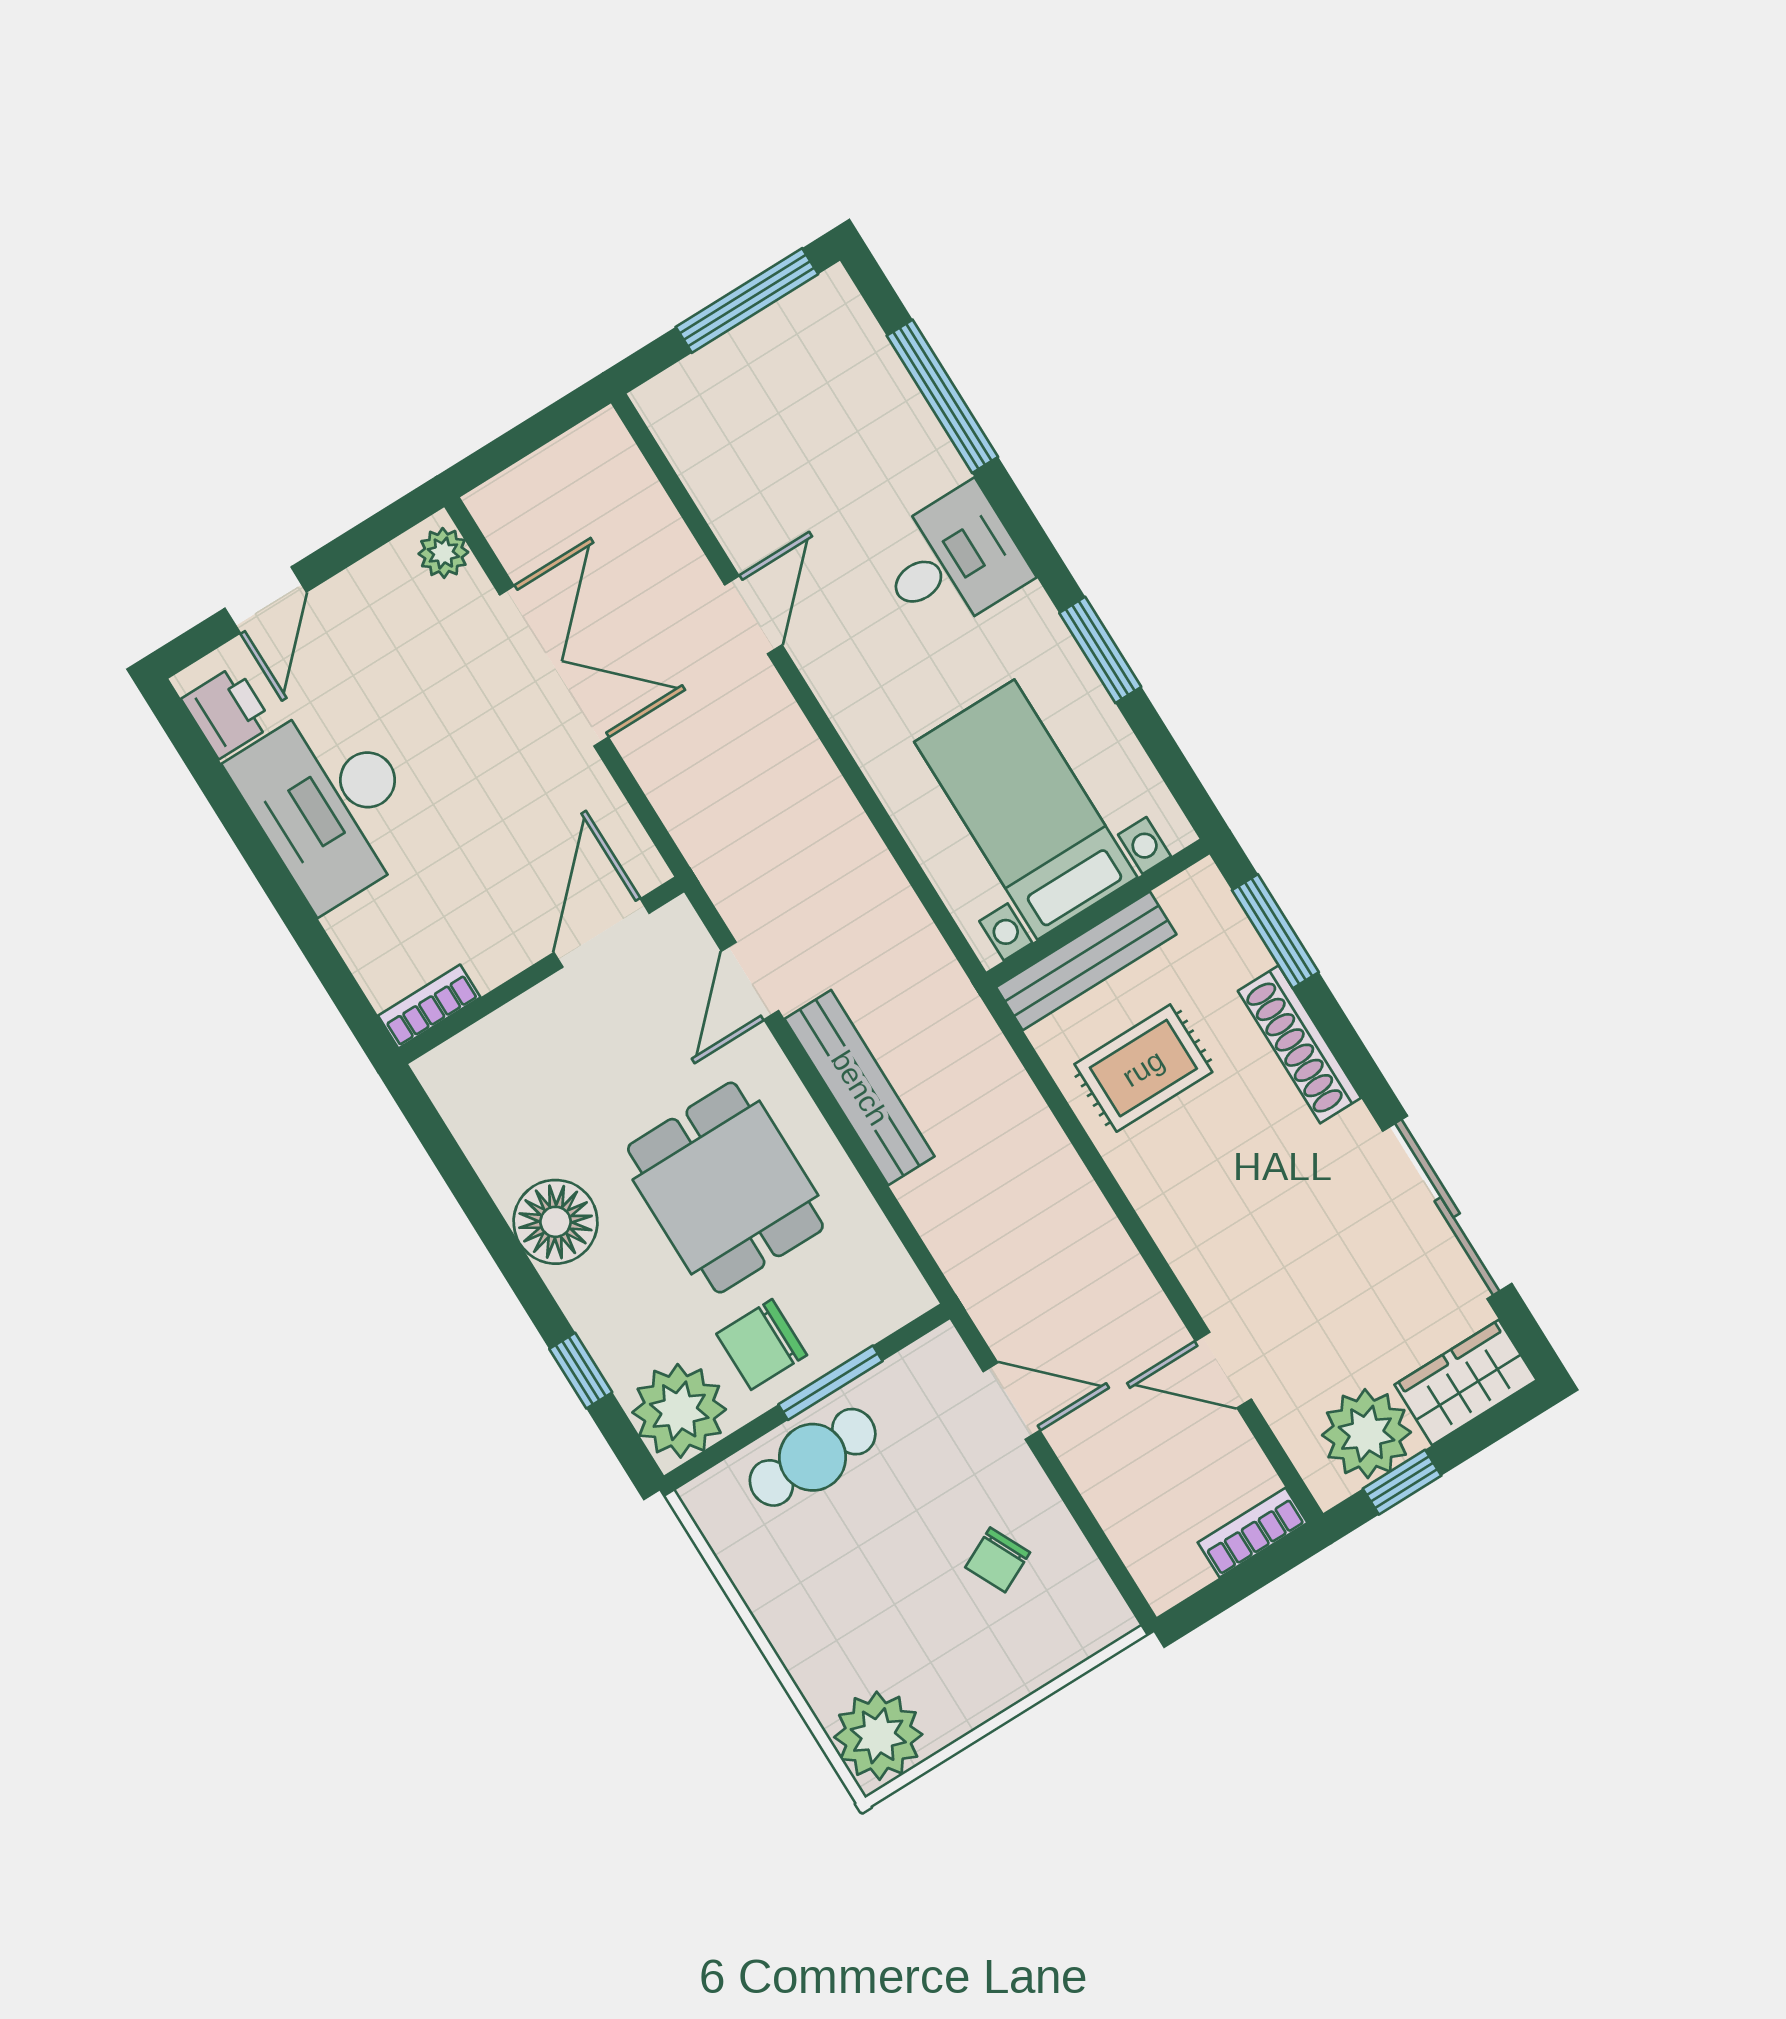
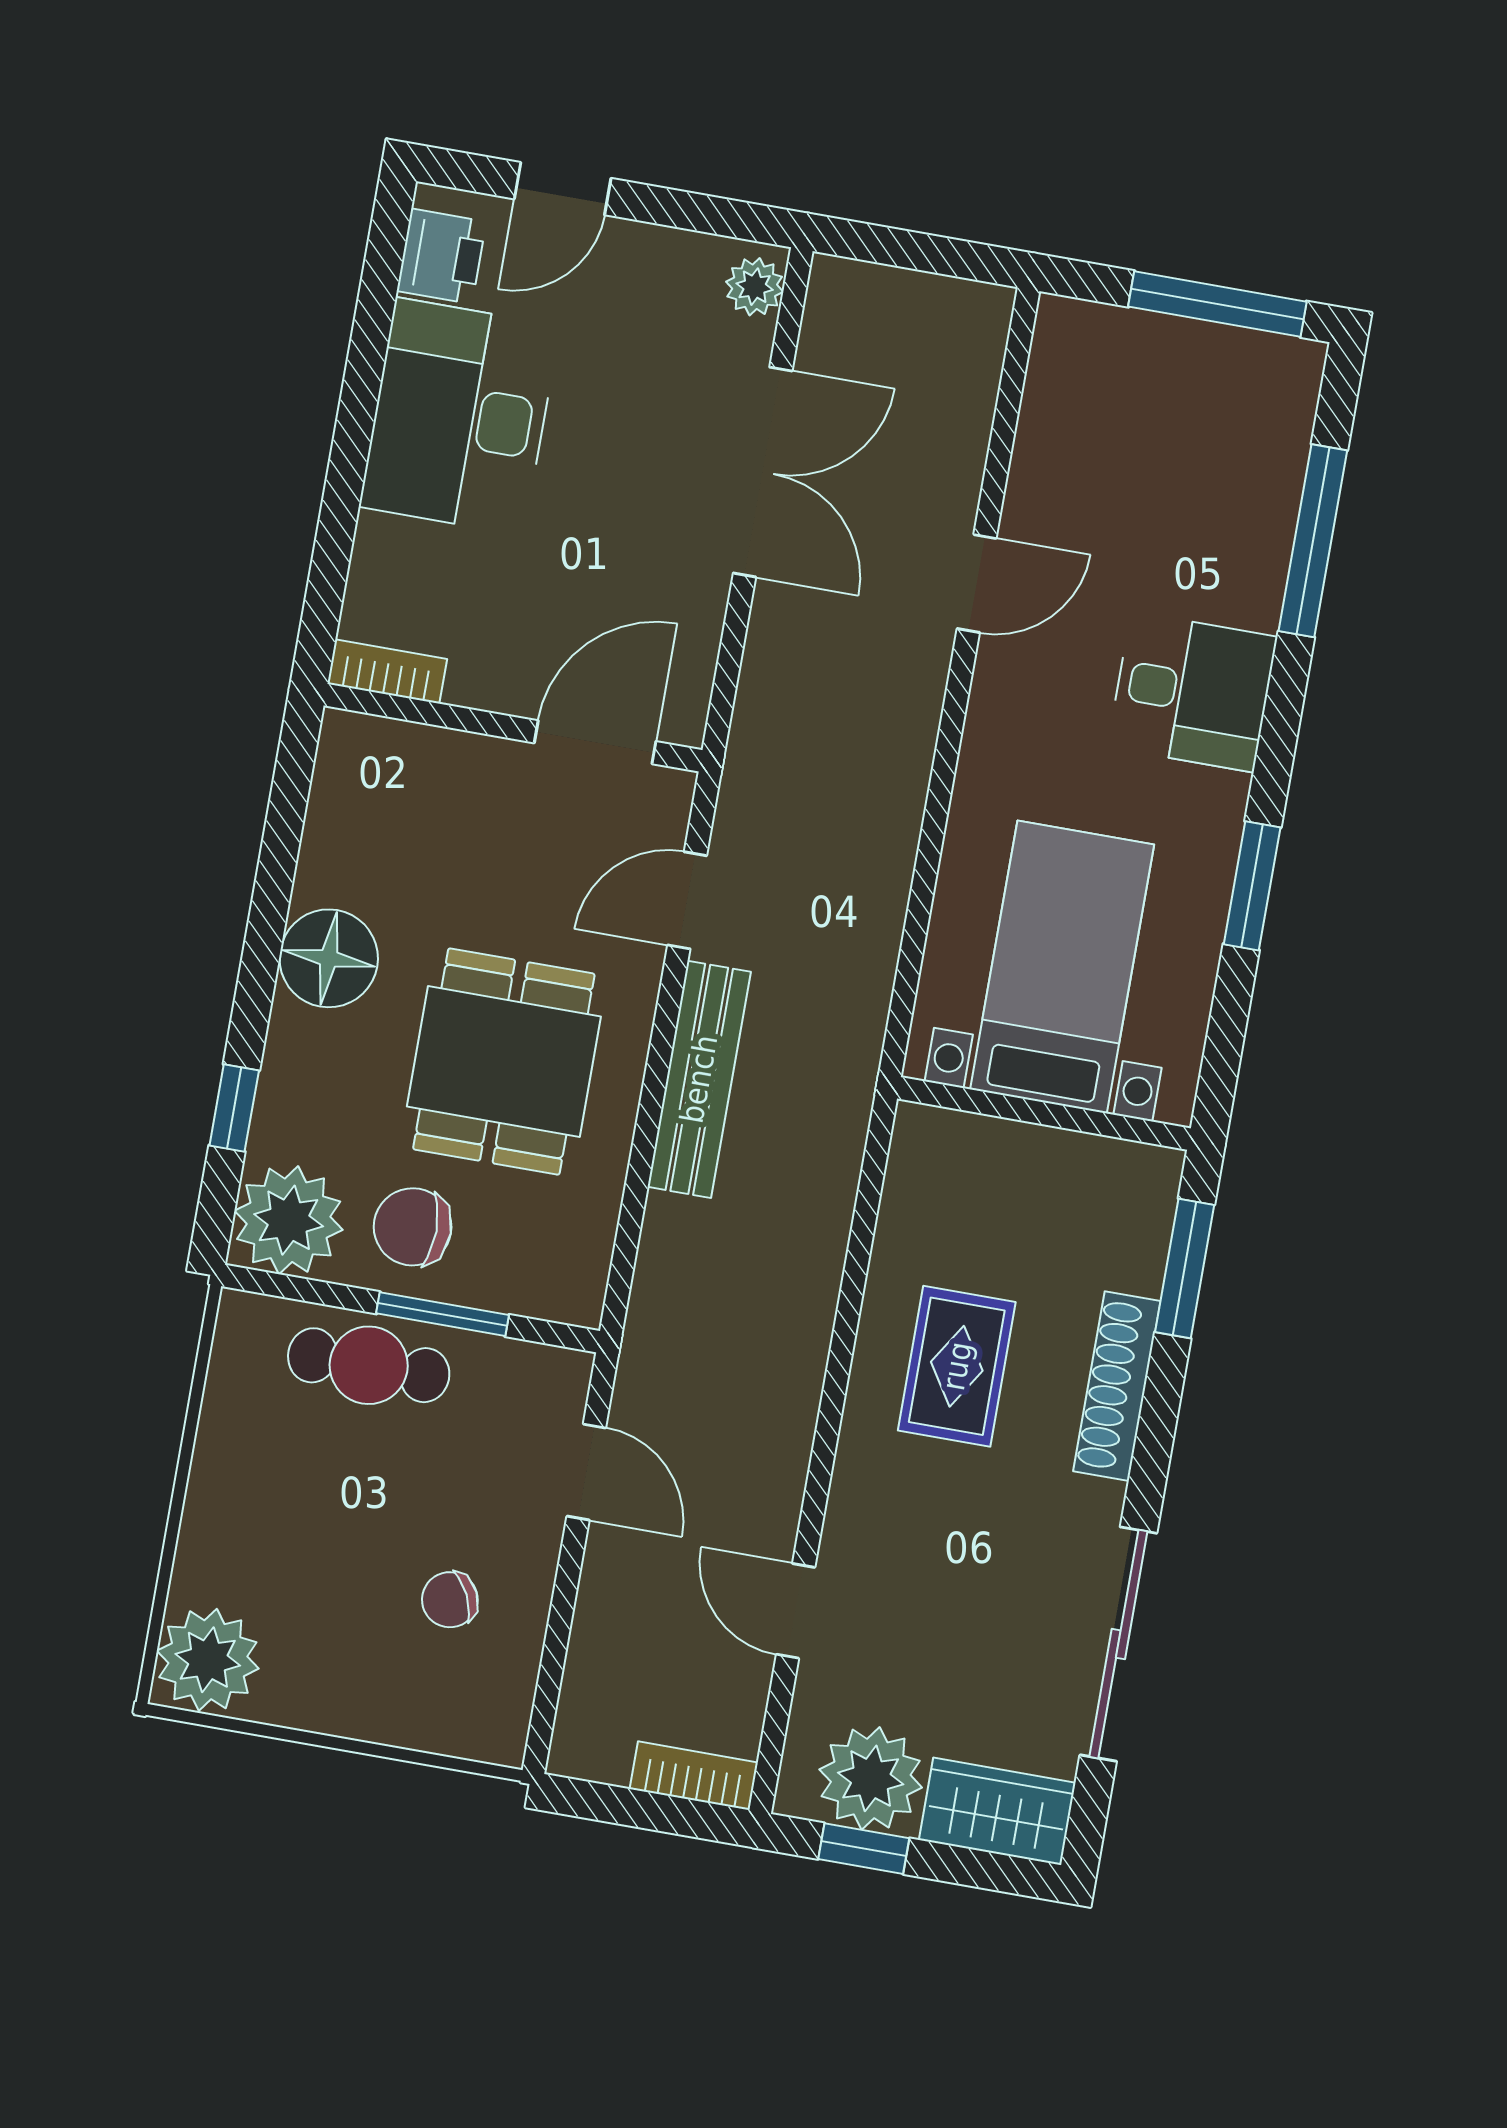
bench: (1086, 961) -> (996, 1146), removed
rug: (1143, 1068) -> (957, 1366), moved, turned 90

